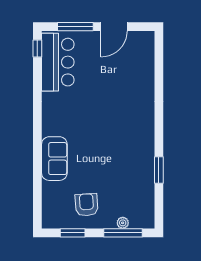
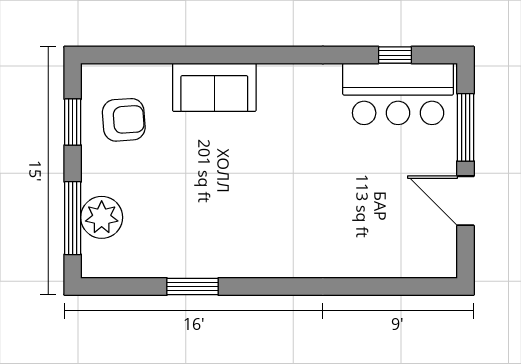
window: (37, 48) -> (395, 55), moved
armchair: (87, 205) -> (124, 120), moved
plant: (123, 223) -> (102, 217), width x1.88, depth x1.88

